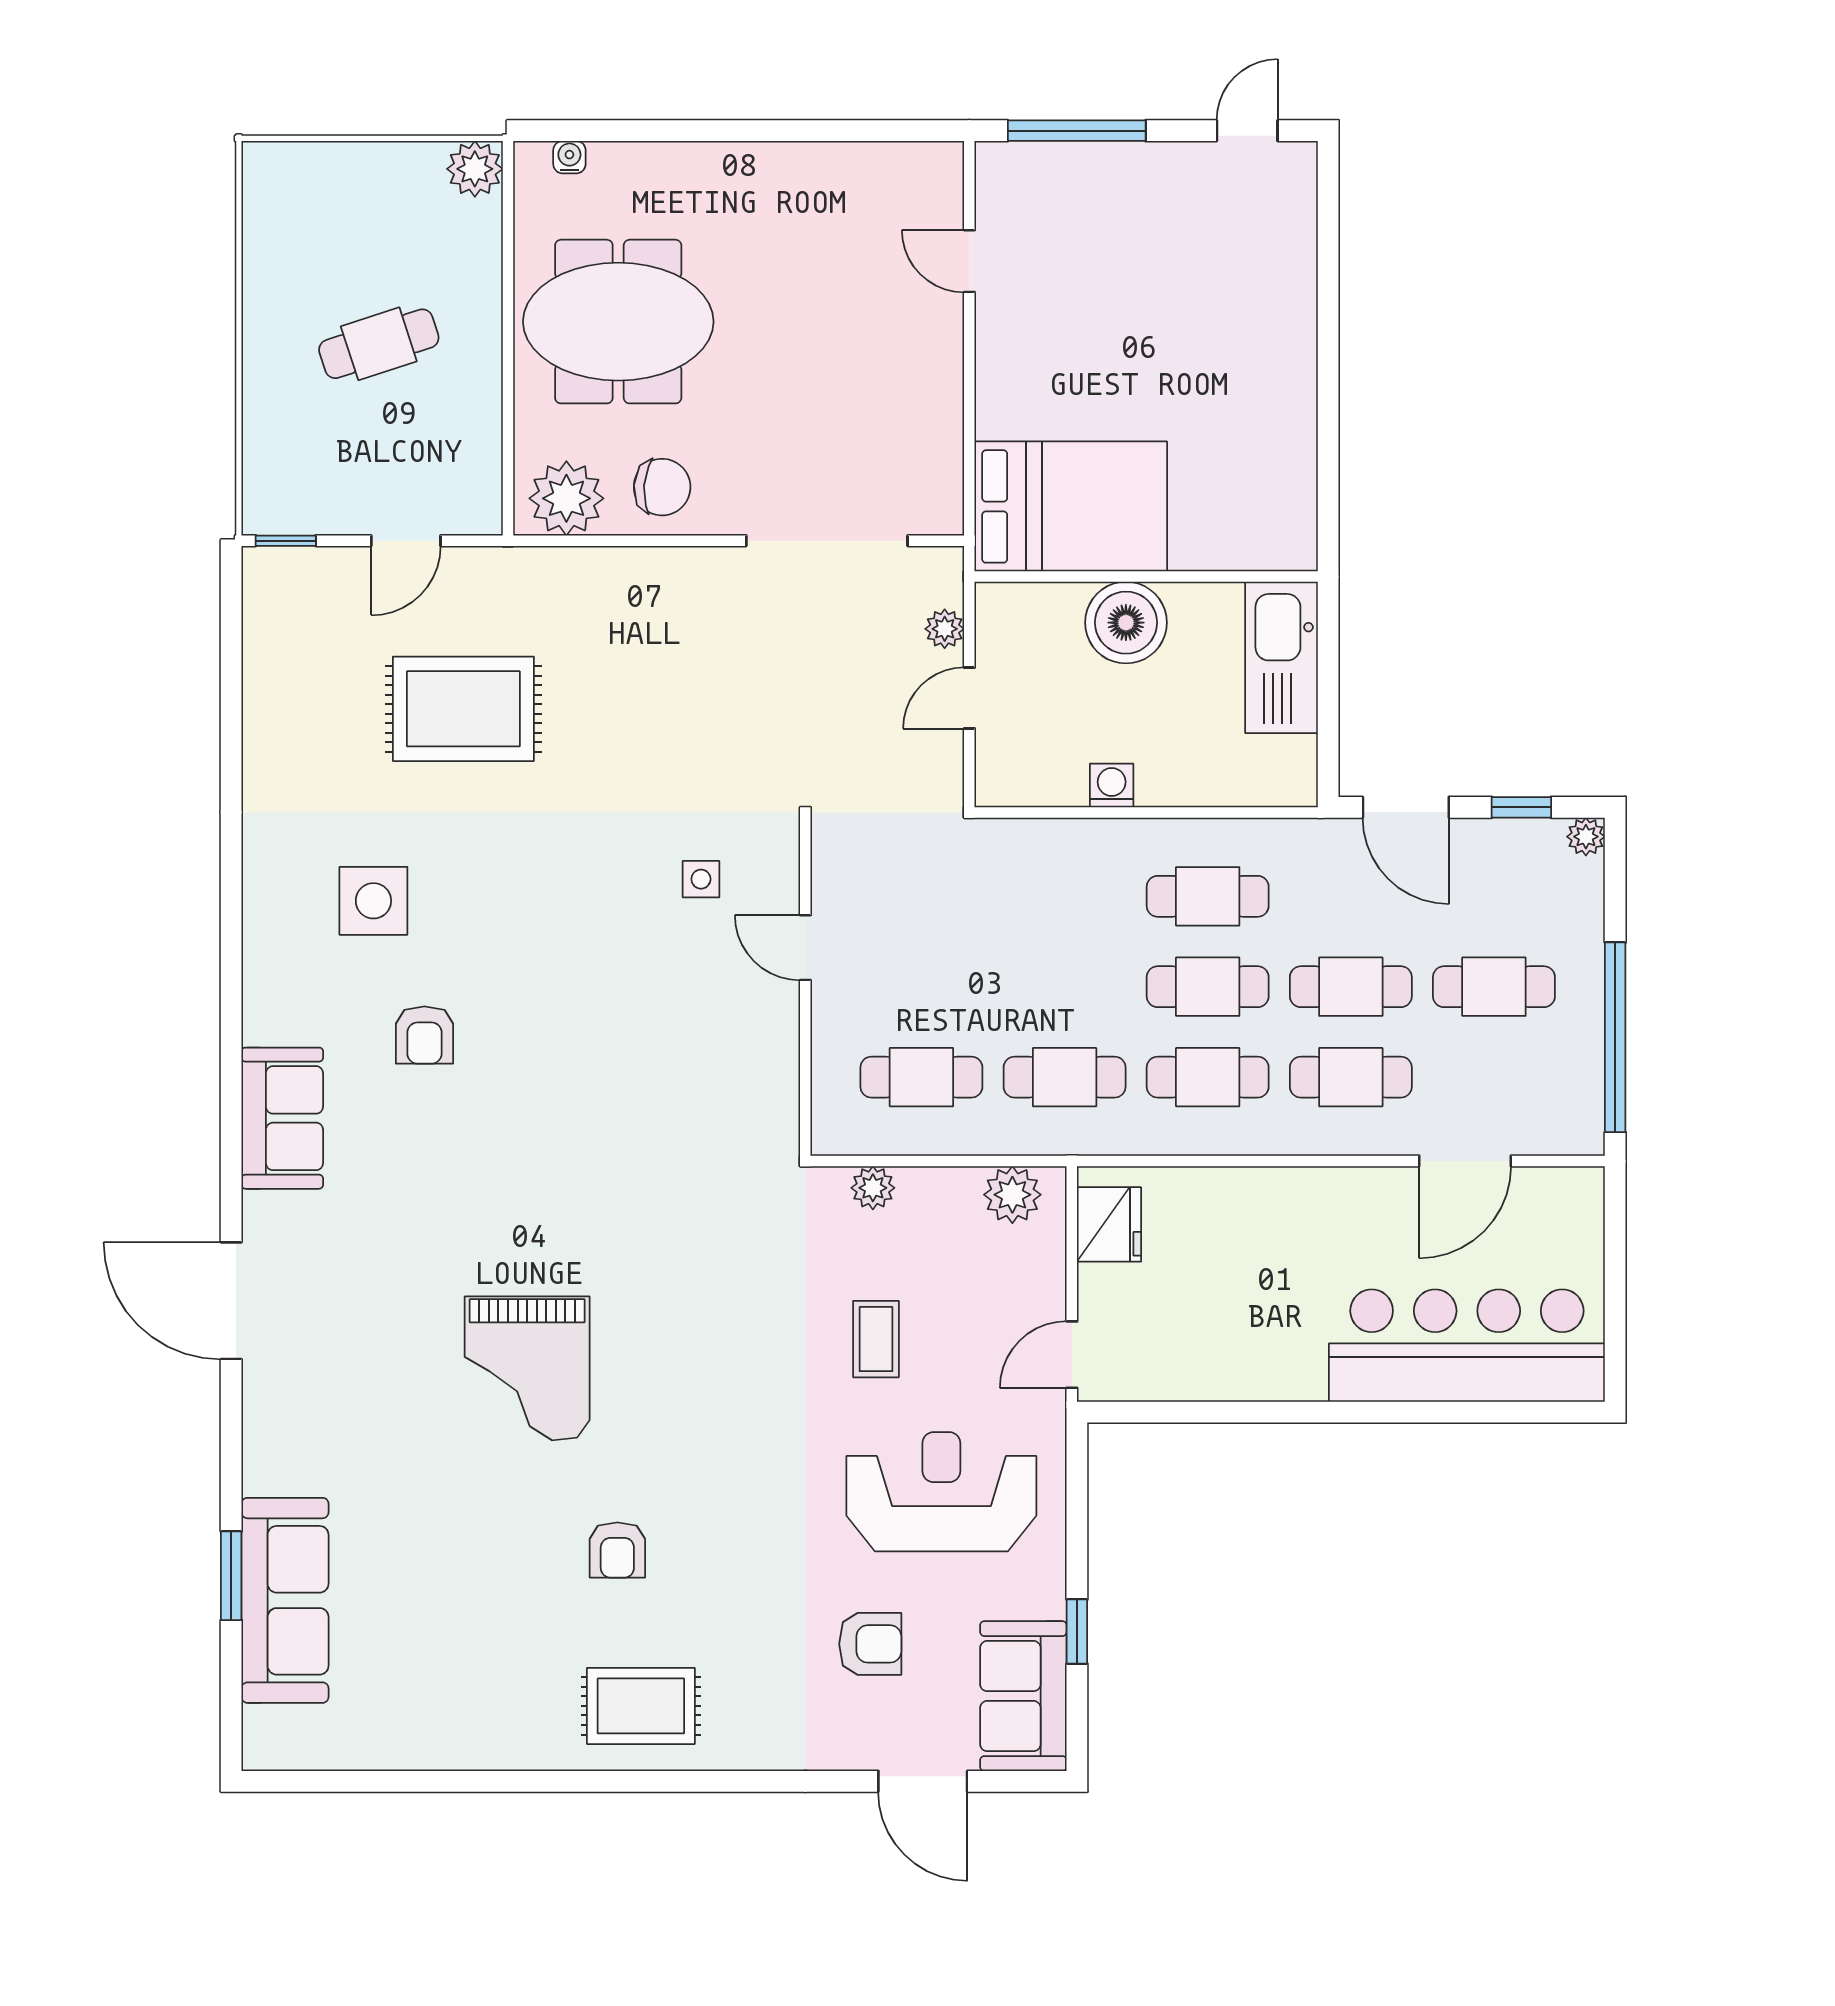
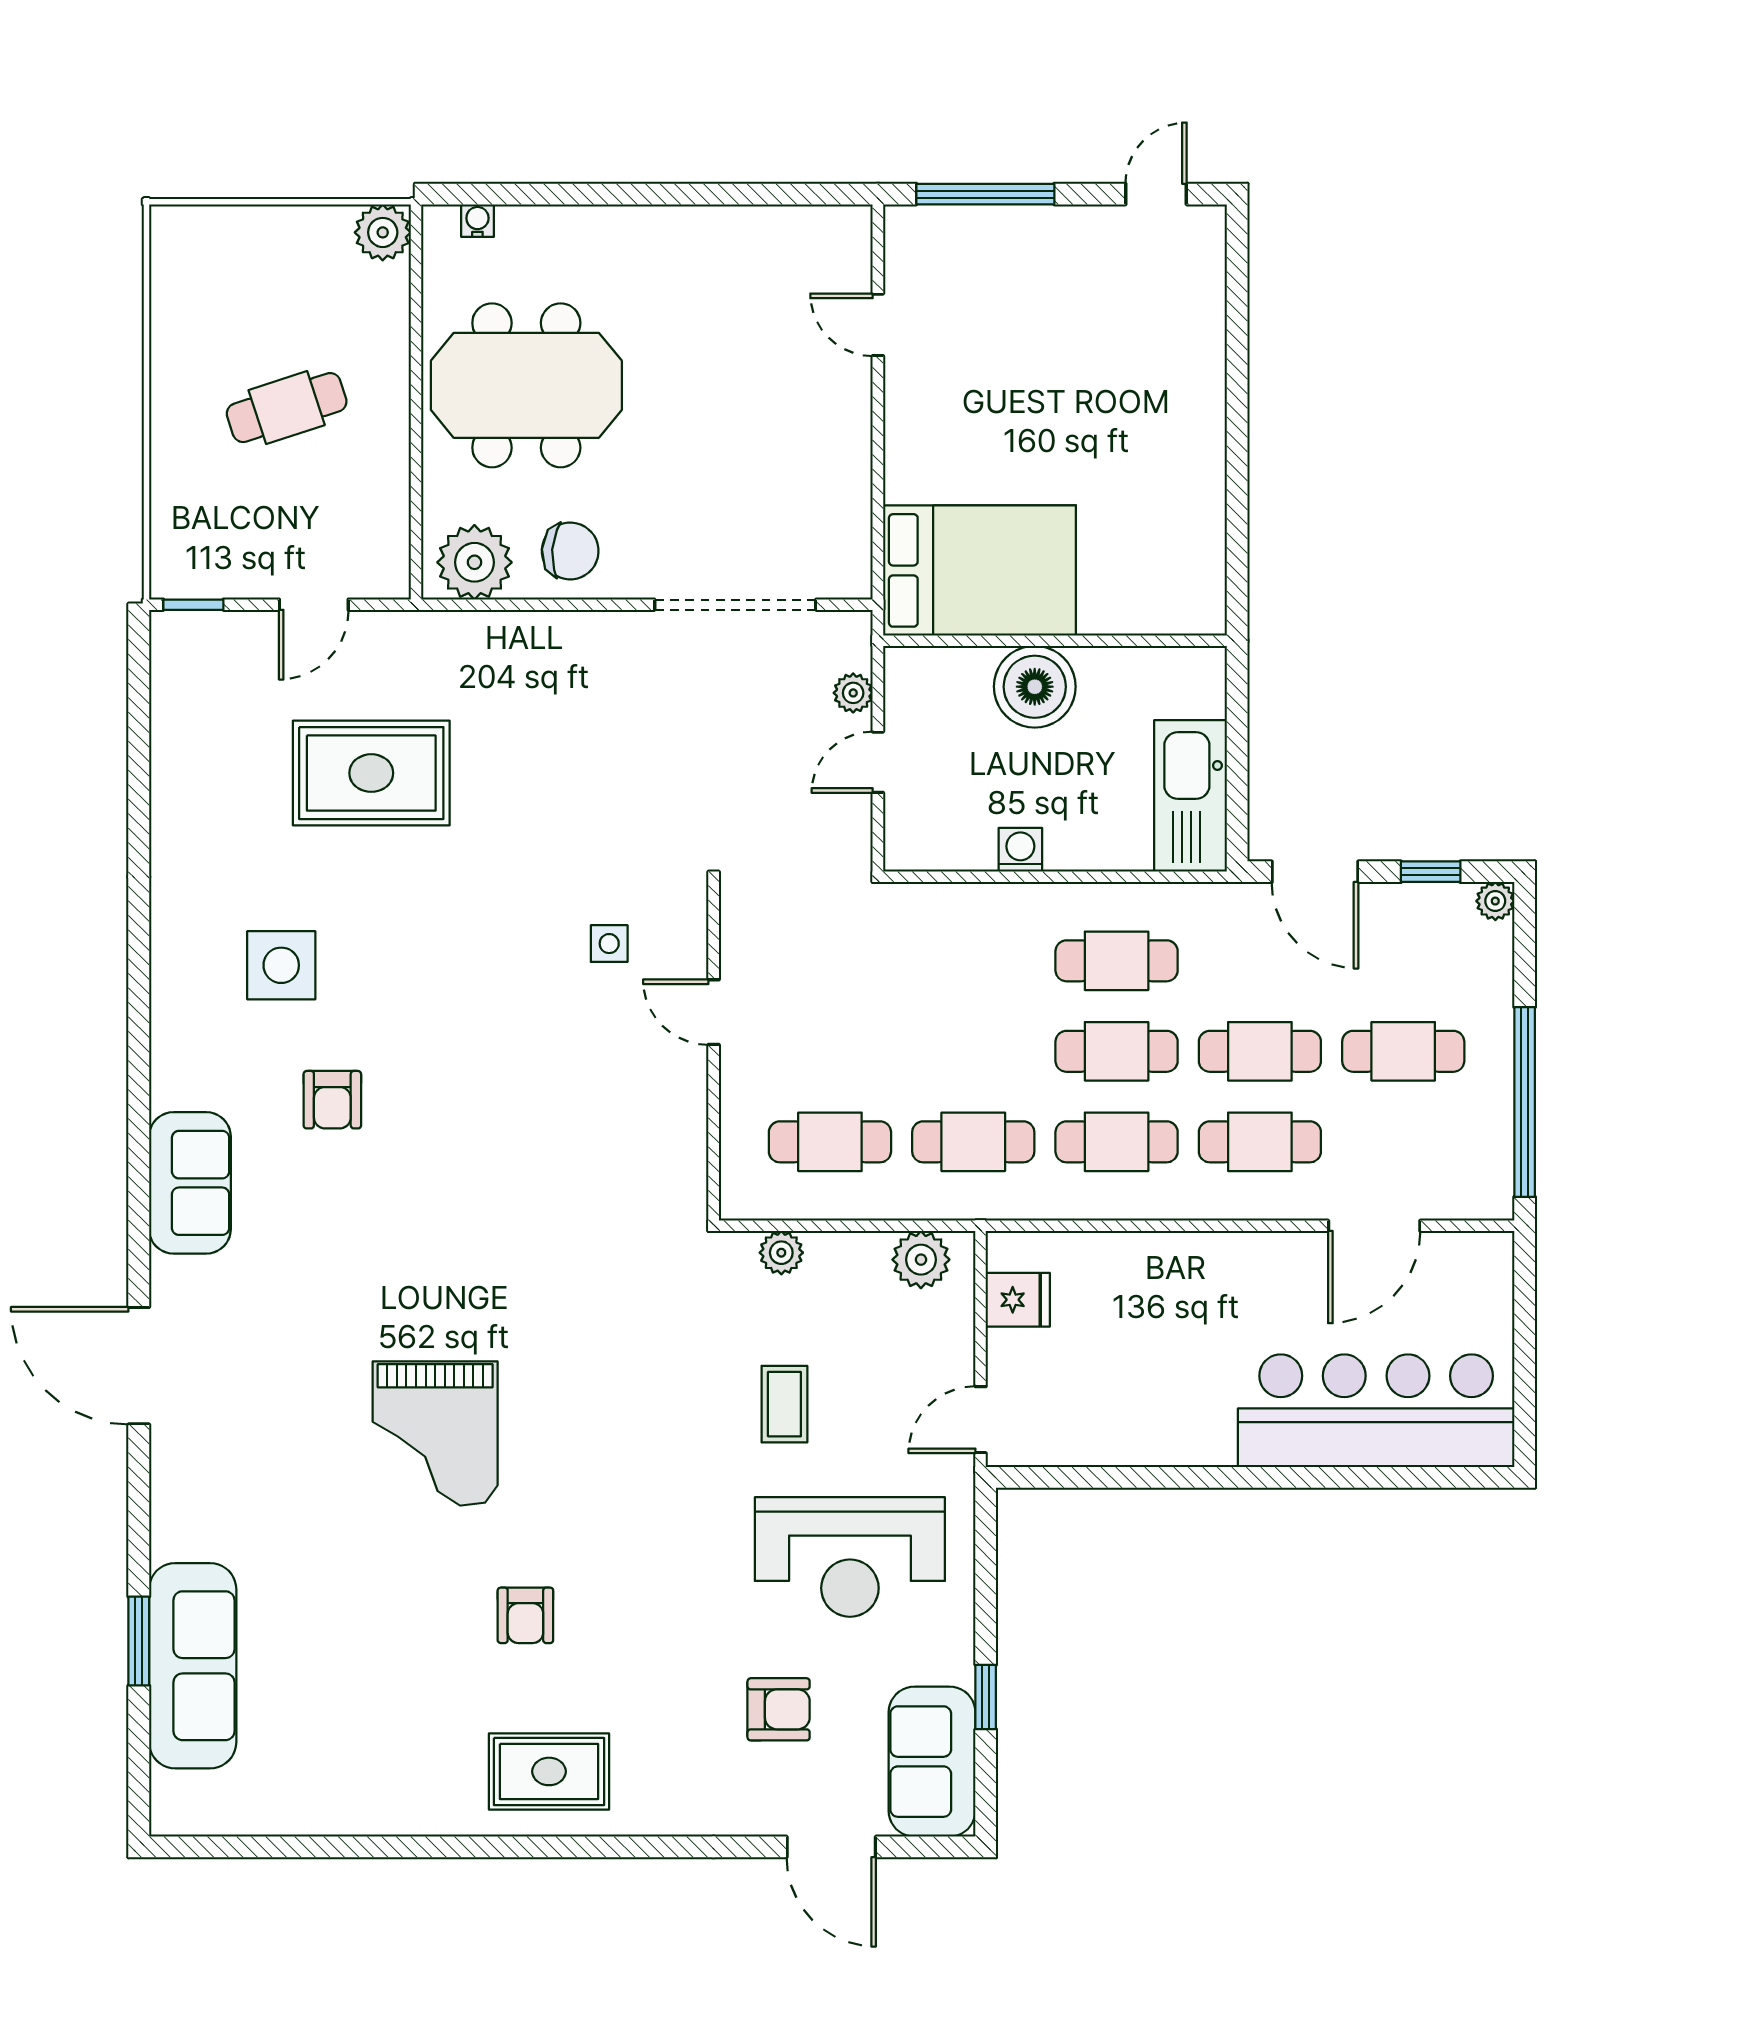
kitchen sink: (1282, 657) -> (1191, 796), moved
fridge: (1109, 1224) -> (1018, 1300), width x0.72
reception desk: (941, 1492) -> (850, 1557), turned 180

